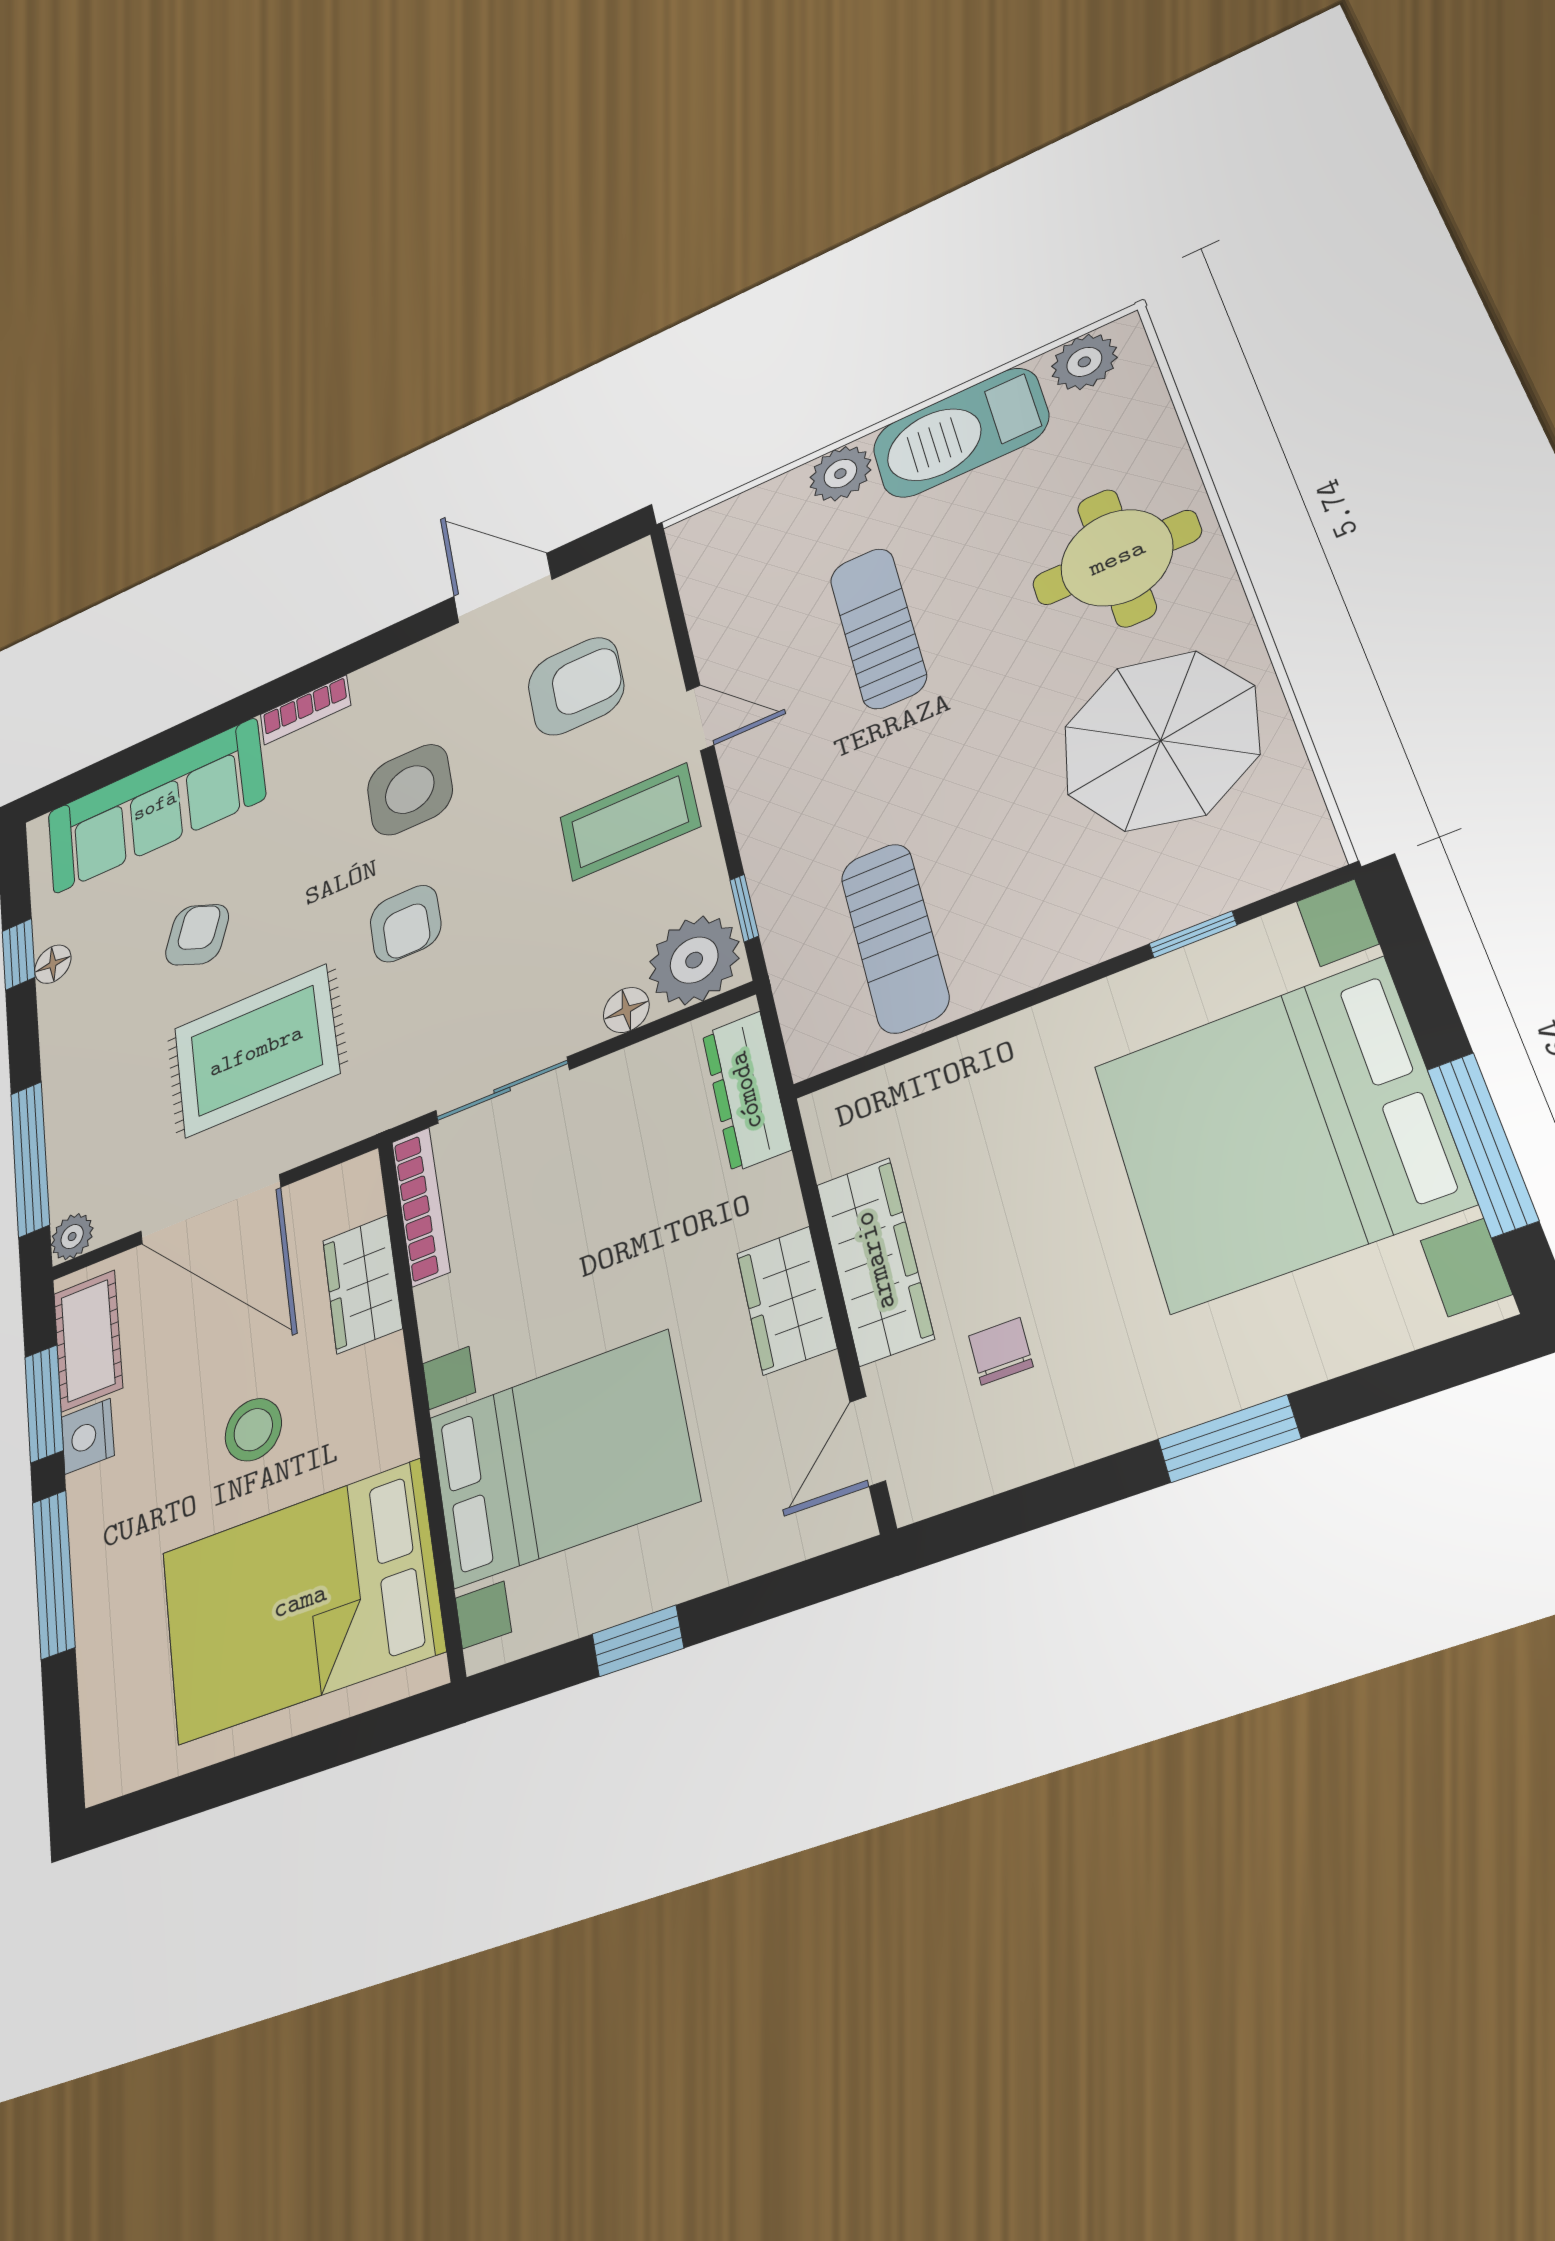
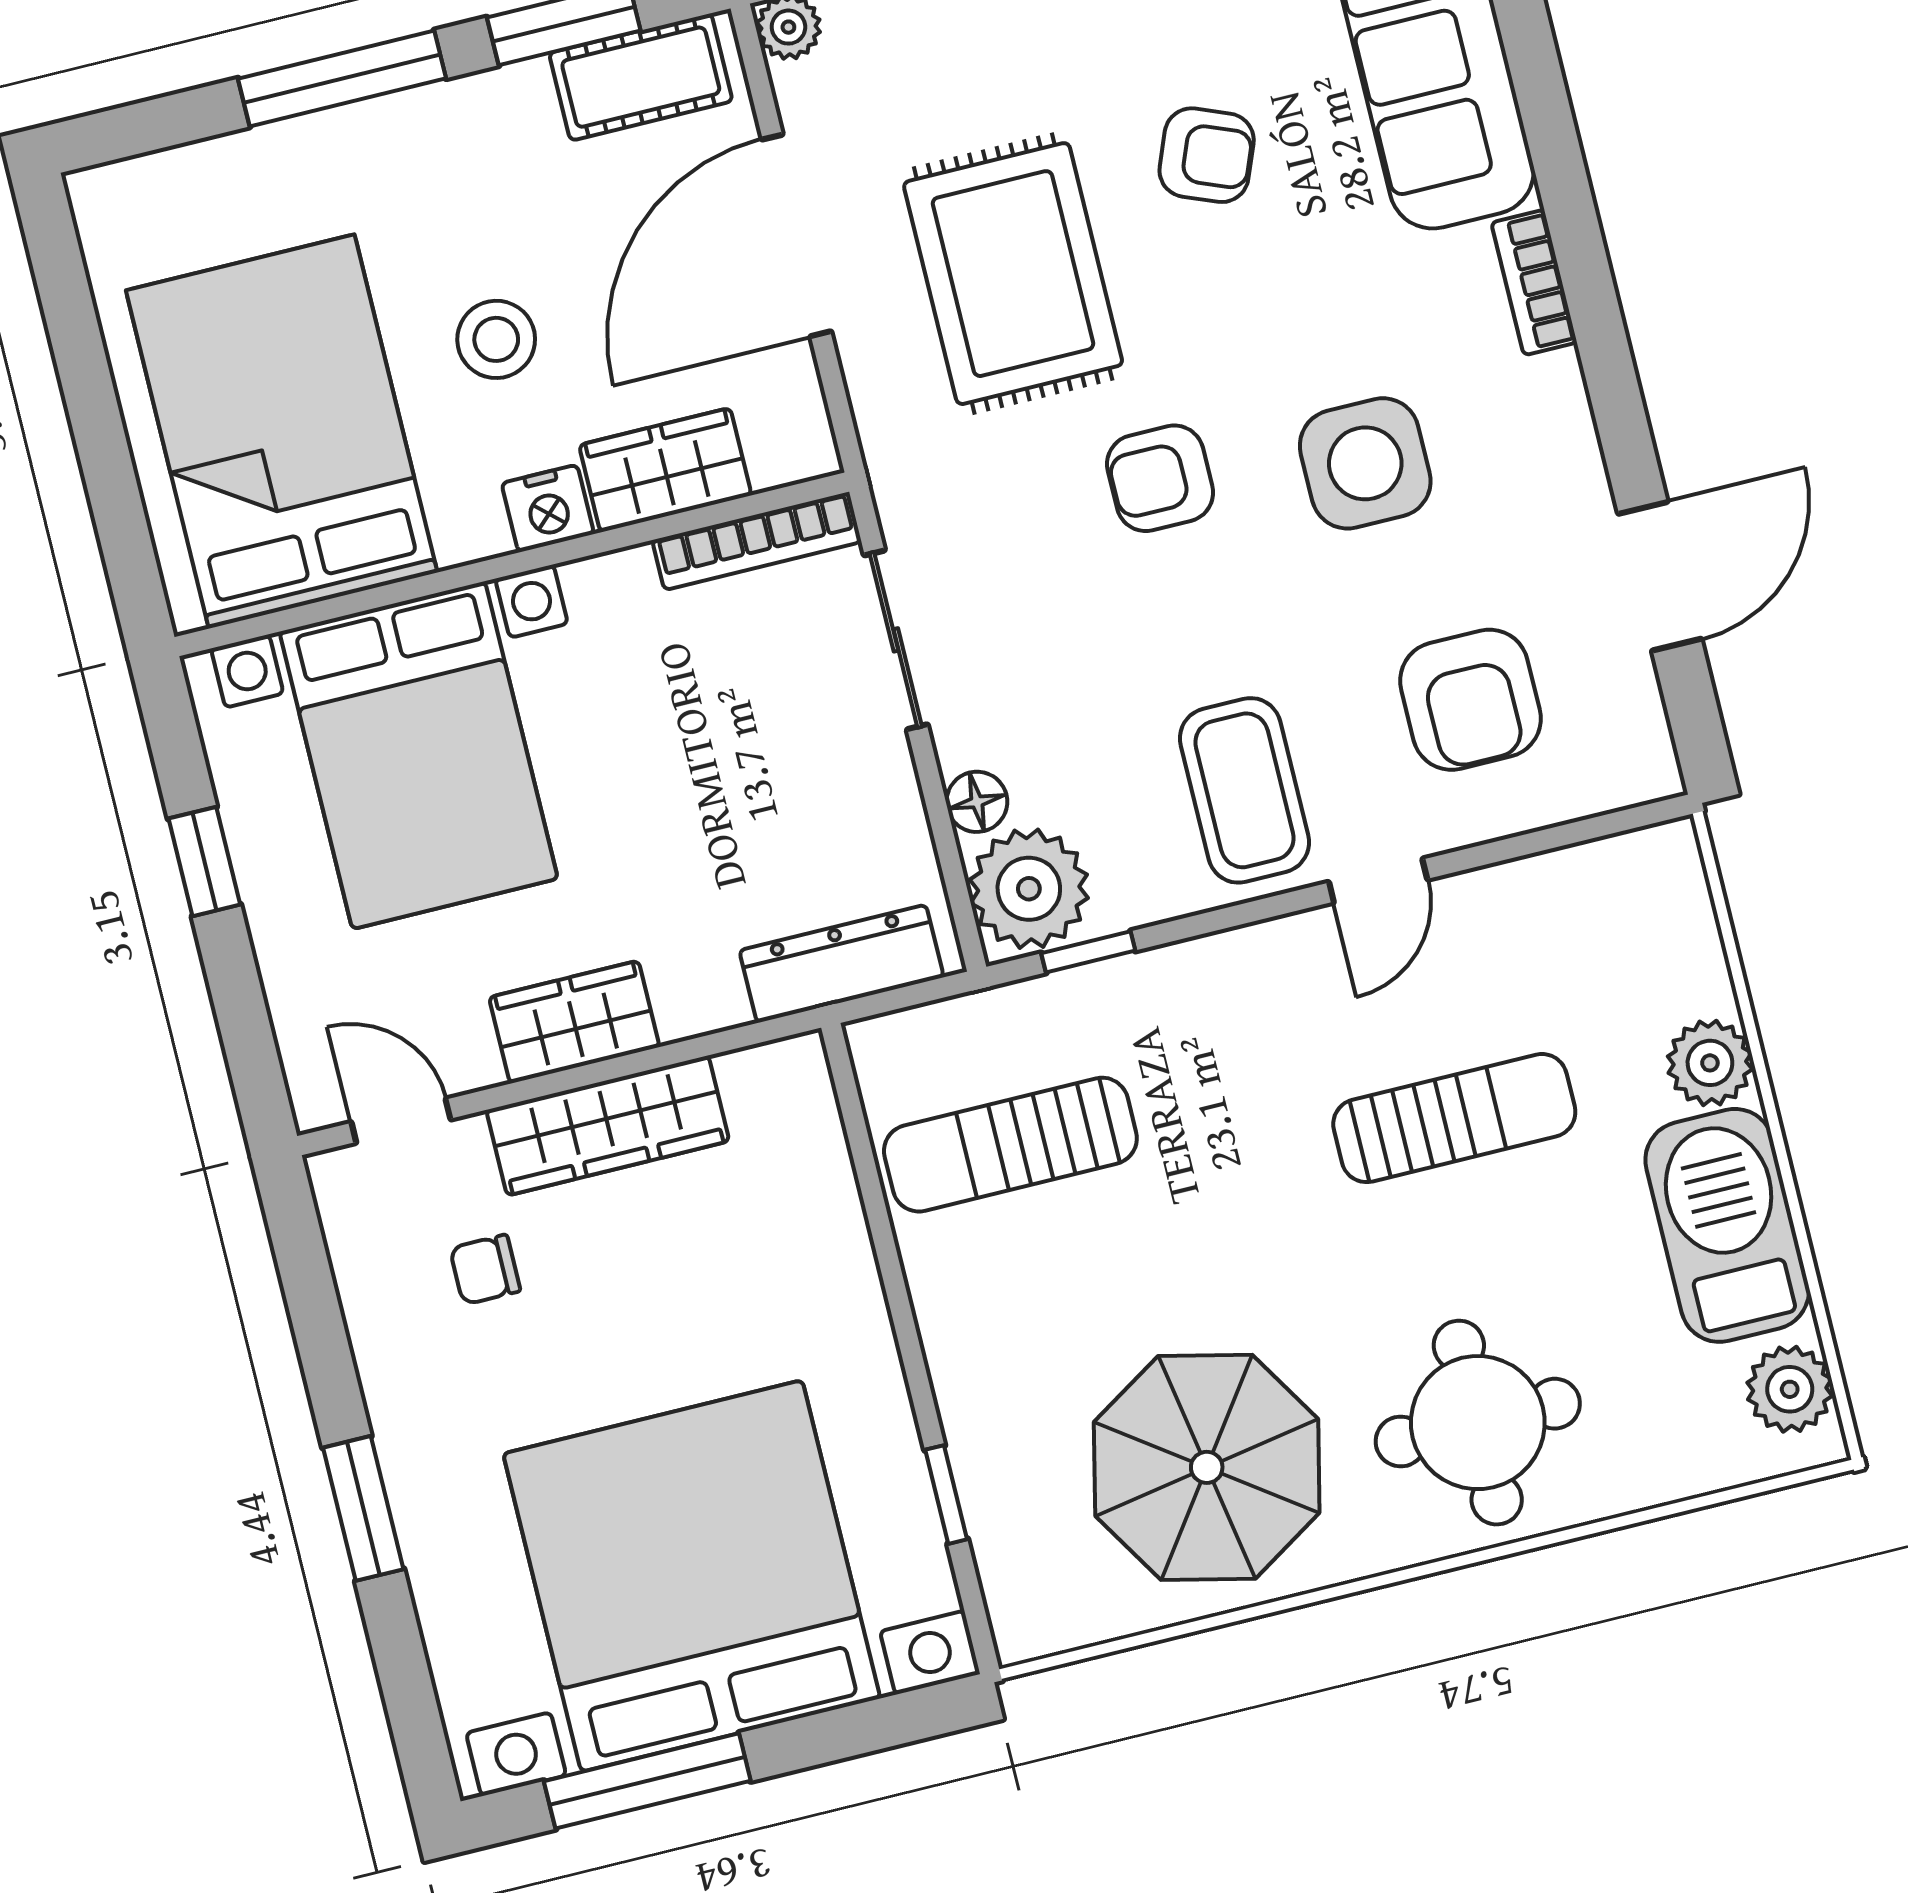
chair: (1001, 1351) -> (485, 1270), turned 180
nightstand: (88, 1436) -> (548, 508), moved, turned 180

